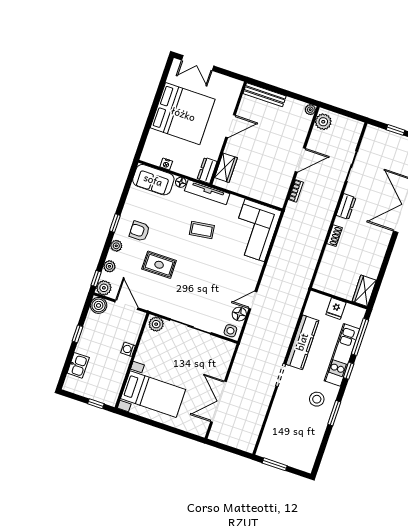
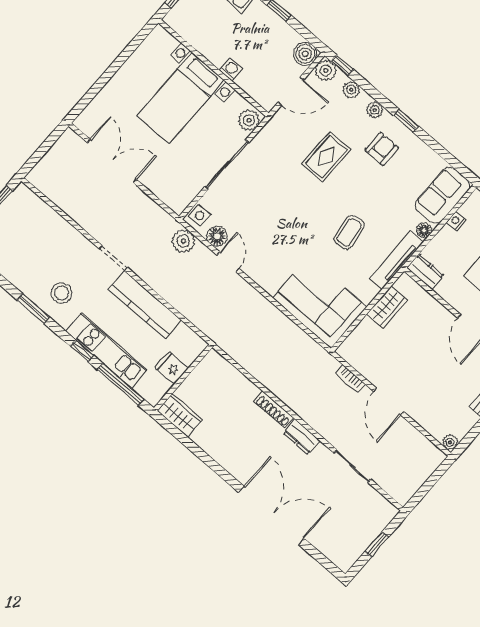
plant: (323, 122) -> (183, 241), moved
wardrobe: (226, 168) -> (387, 307), moved, turned -90
shoe rack: (334, 236) -> (274, 410), width x1.43
bed with nightstands: (153, 394) -> (181, 98), moved

